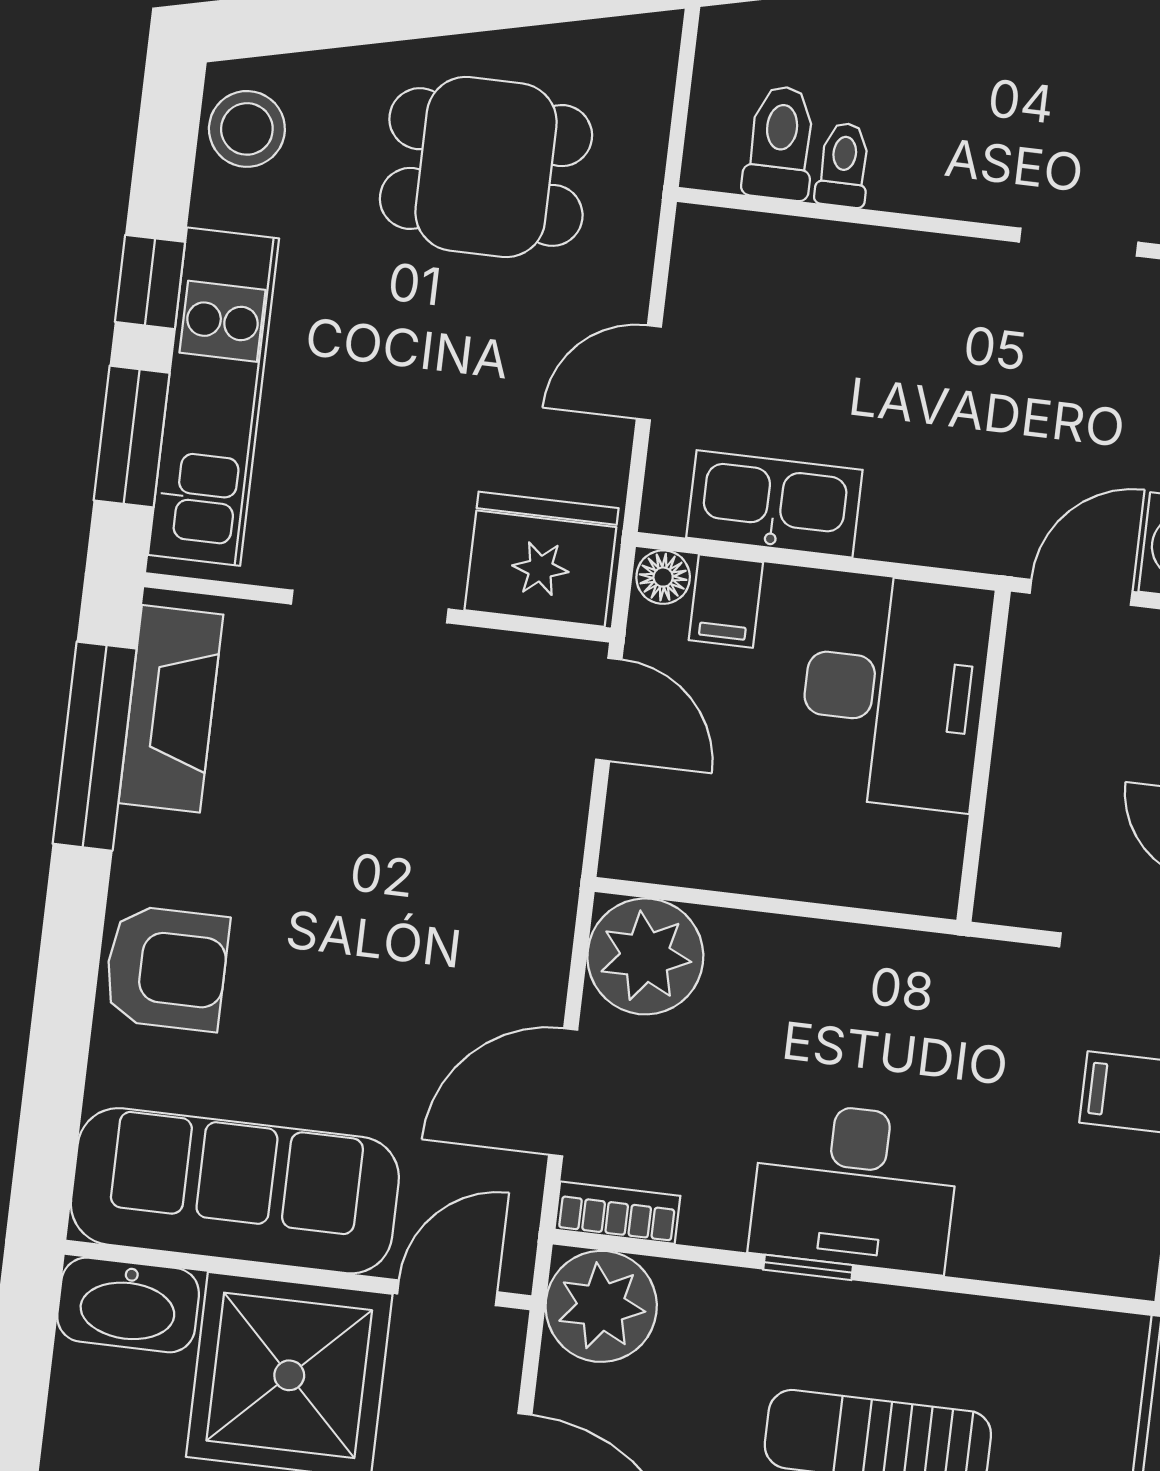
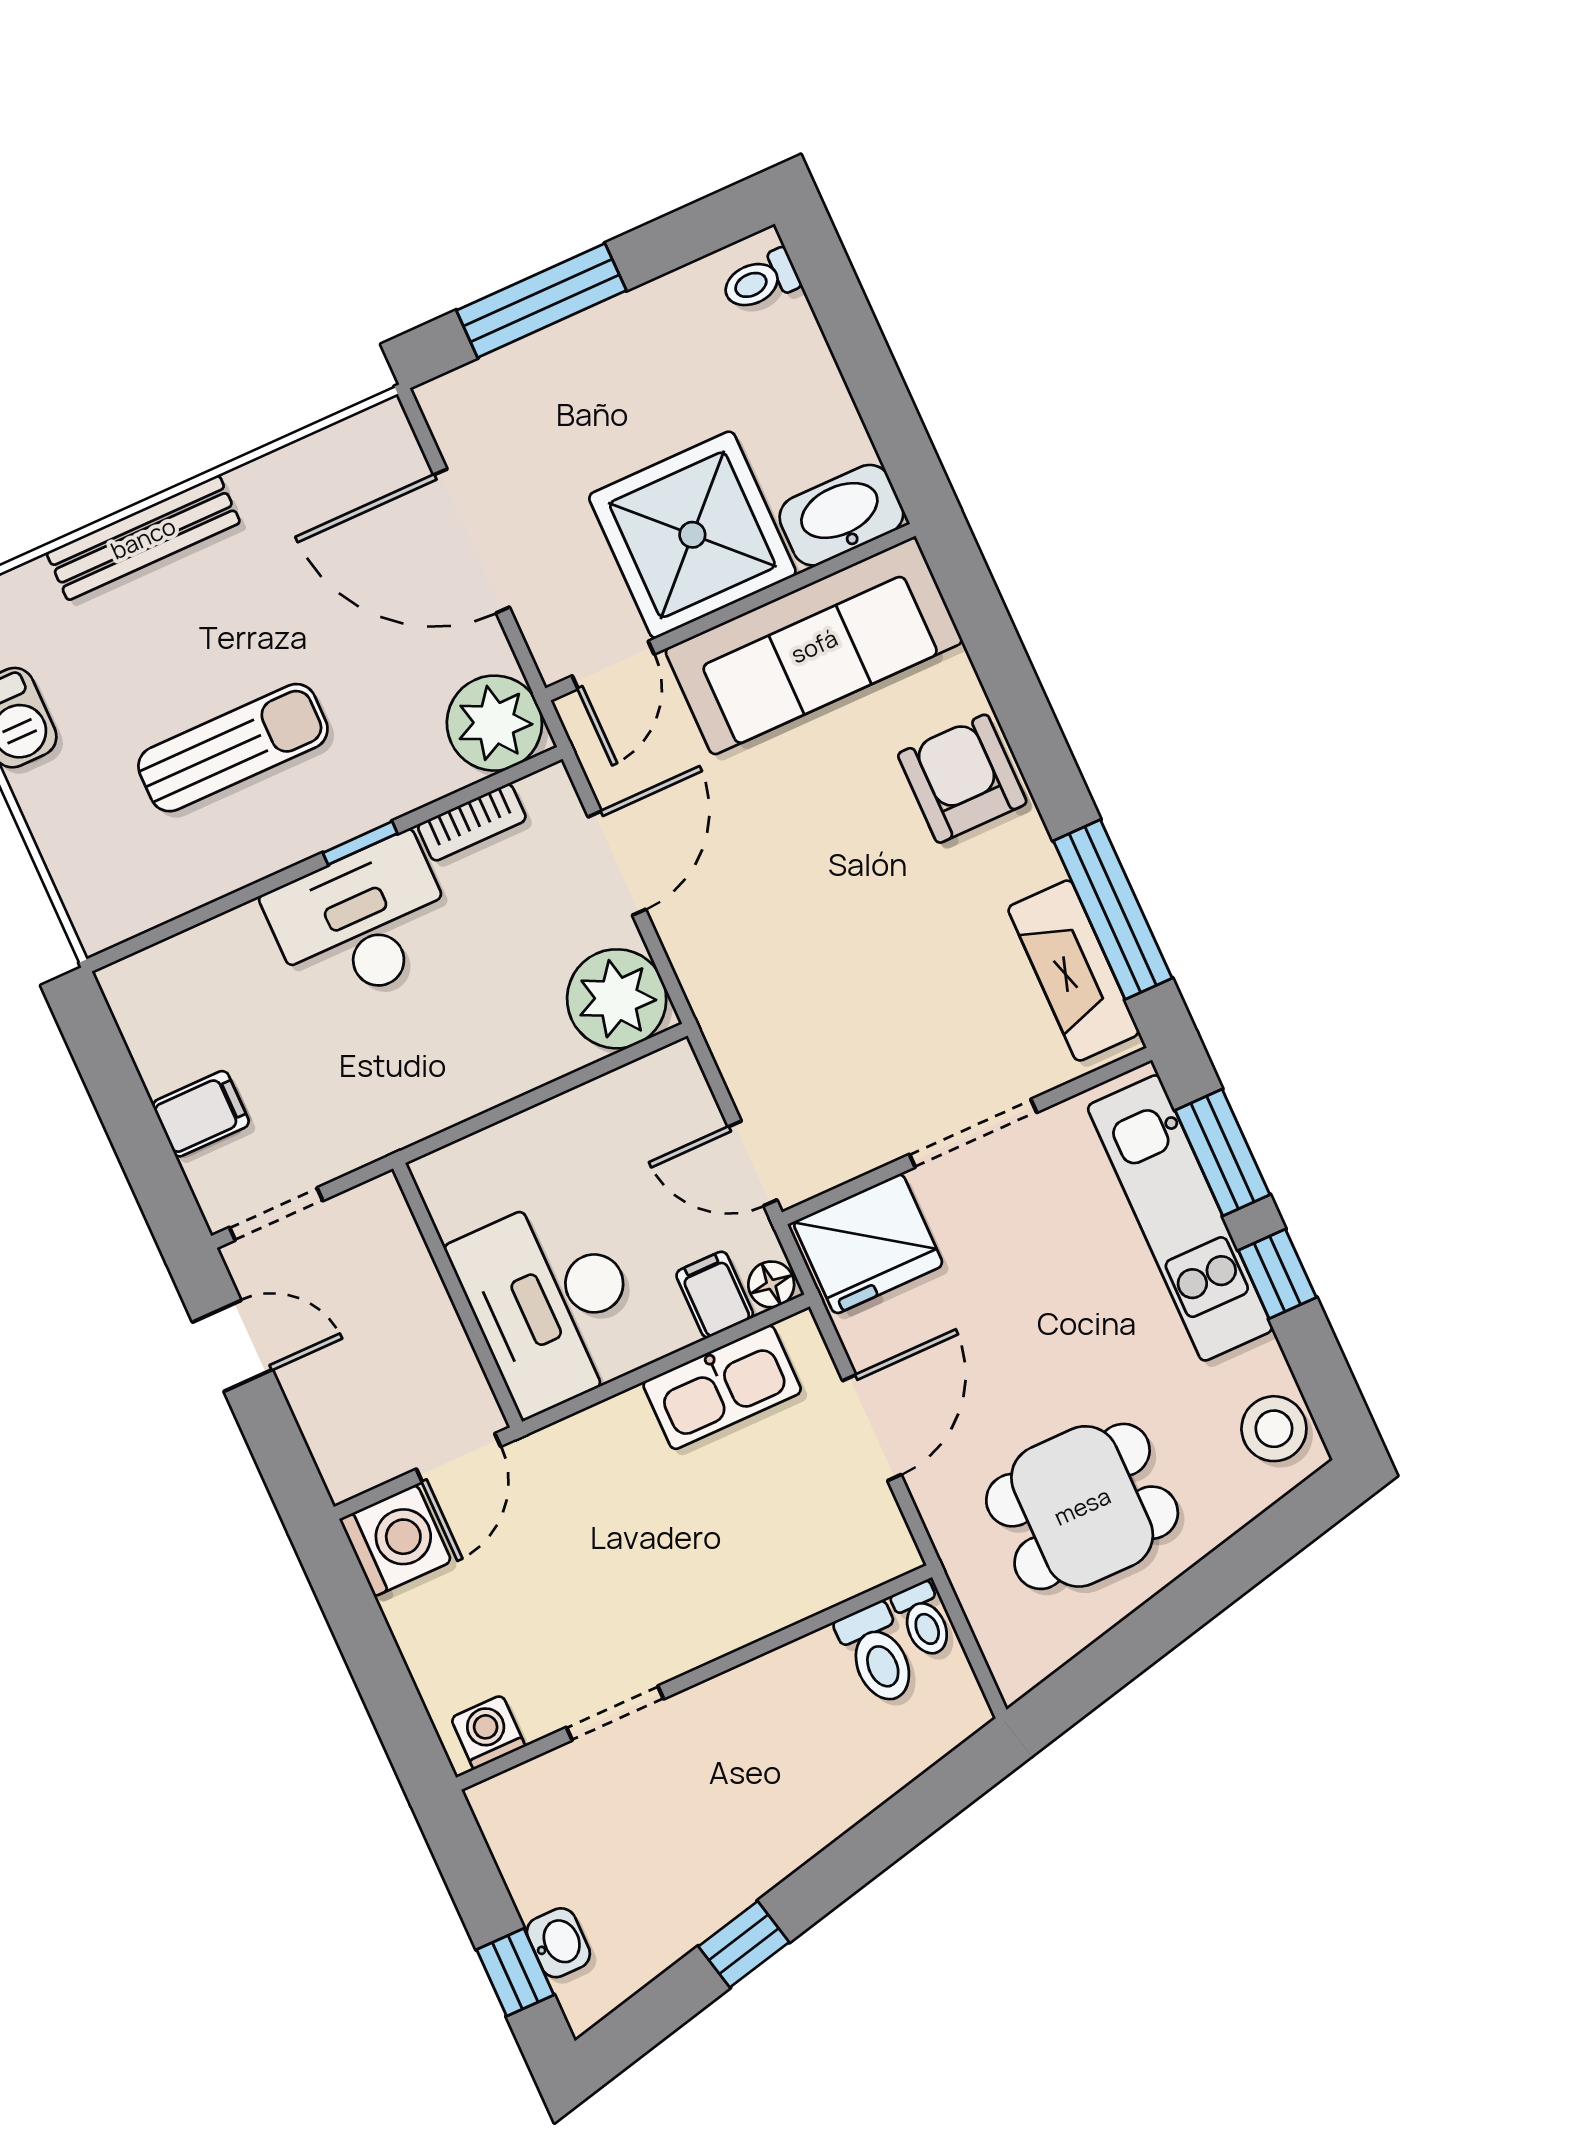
toilet: (843, 165) -> (923, 1620), moved
door: (649, 373) -> (872, 1428), width x1.38
armchair: (166, 968) -> (962, 779), turned 90
bookcase: (617, 1213) -> (472, 822), moved

